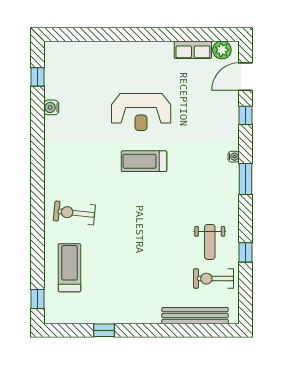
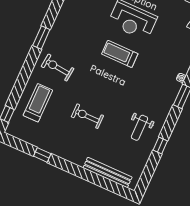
window: (37, 185) -> (41, 38), added
exercise bike: (213, 279) -> (87, 116), moved

